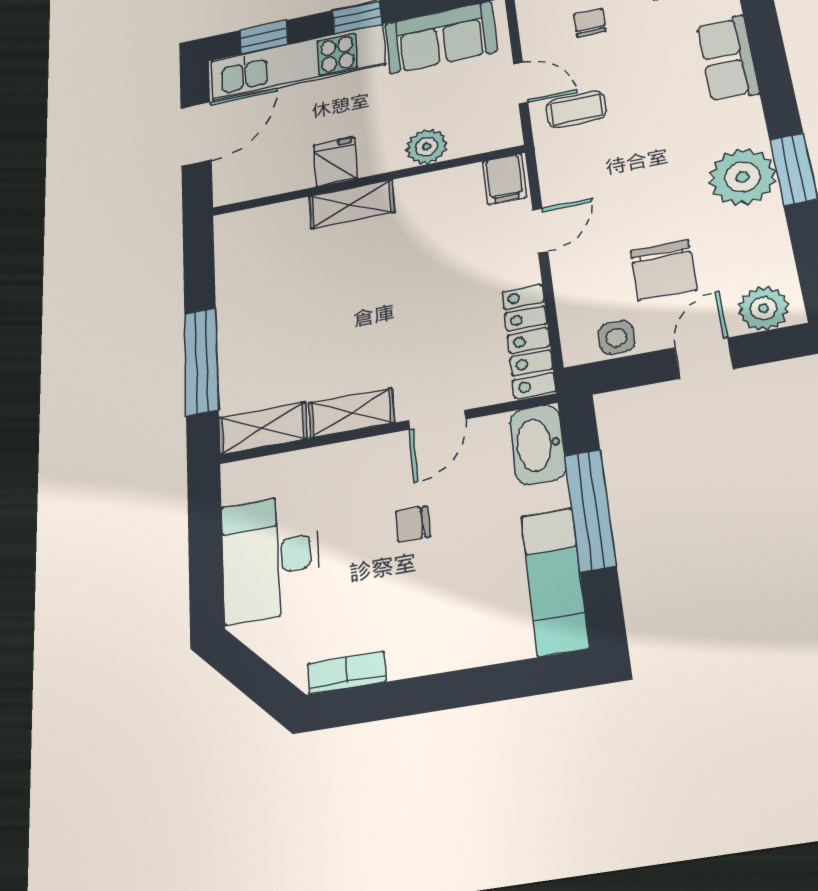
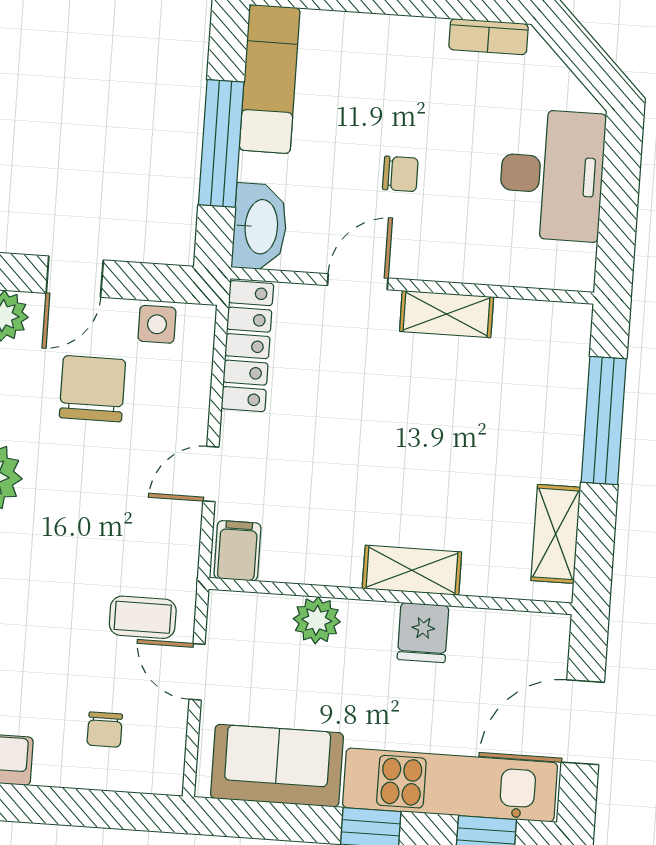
shelving: (263, 428) -> (556, 534), moved, turned 90

